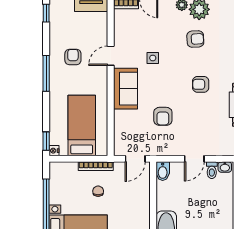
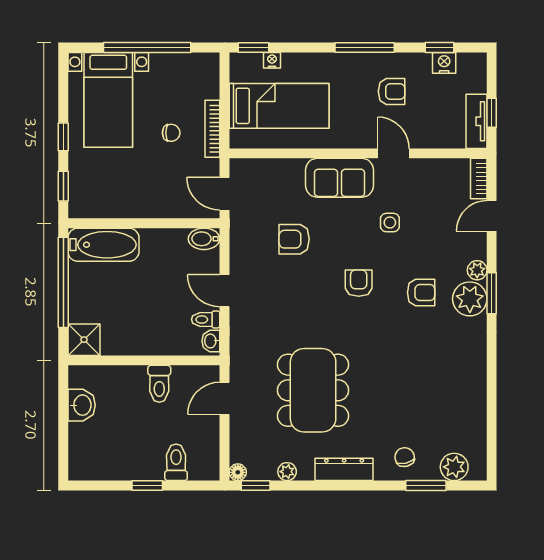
window: (46, 13) -> (439, 47), moved
nightstand: (56, 25) -> (444, 63), added
armchair: (195, 39) -> (421, 293), turned -87
armchair: (201, 84) -> (359, 283), moved
nightstand: (54, 151) -> (272, 60), moved

